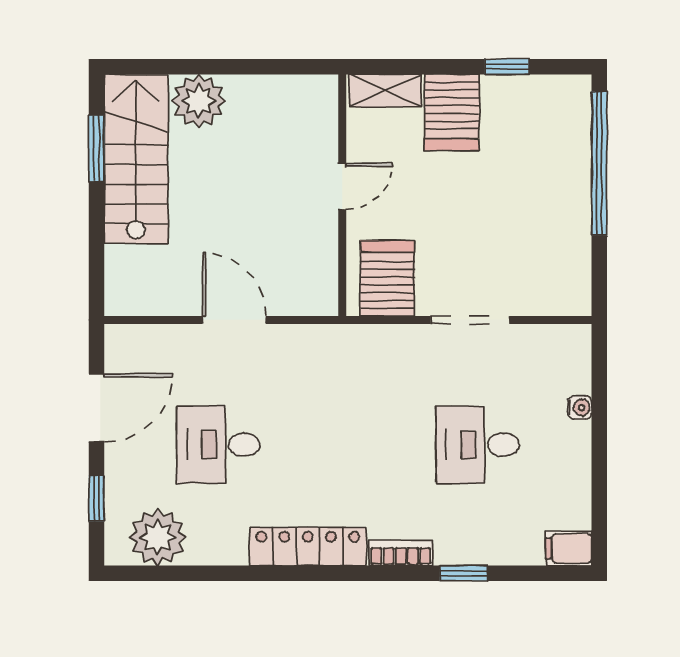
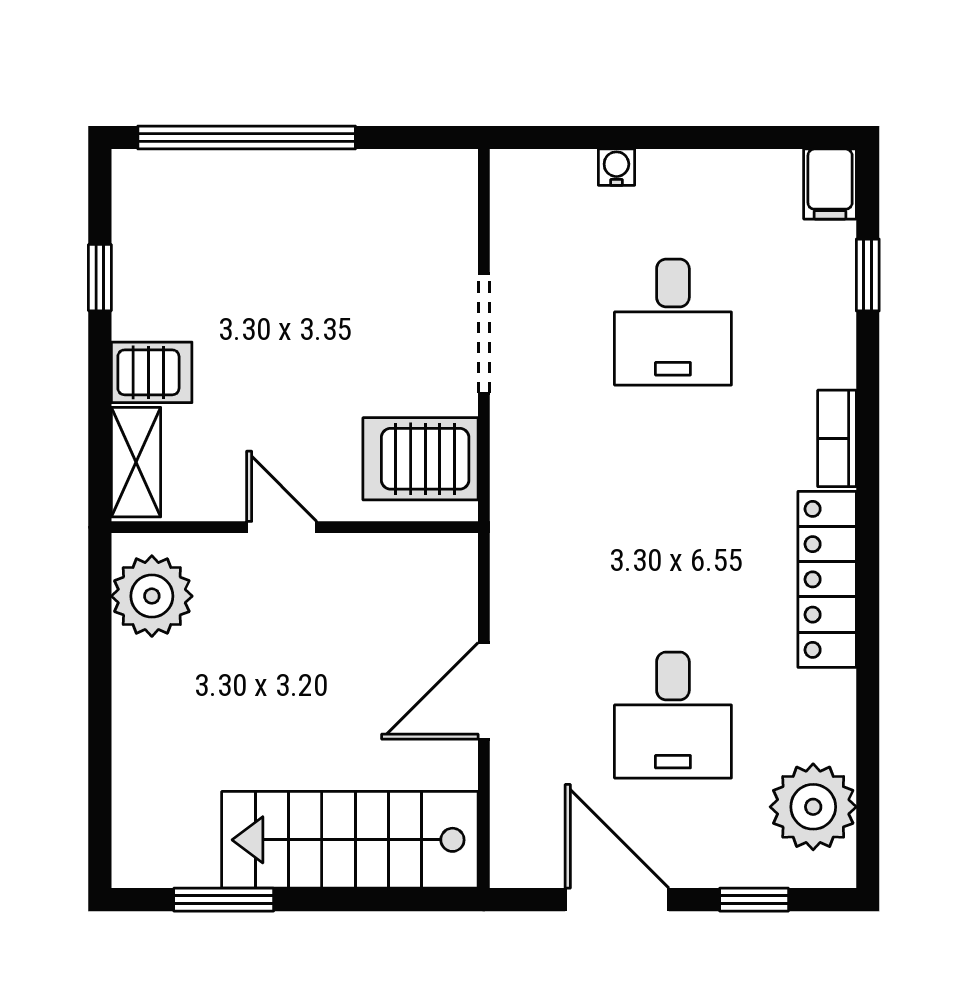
plant: (199, 101) -> (152, 596), moved
server rack: (452, 112) -> (152, 372), width x0.73, depth x0.70
stairs: (136, 159) -> (350, 840), moved
window: (464, 573) -> (868, 275), moved

